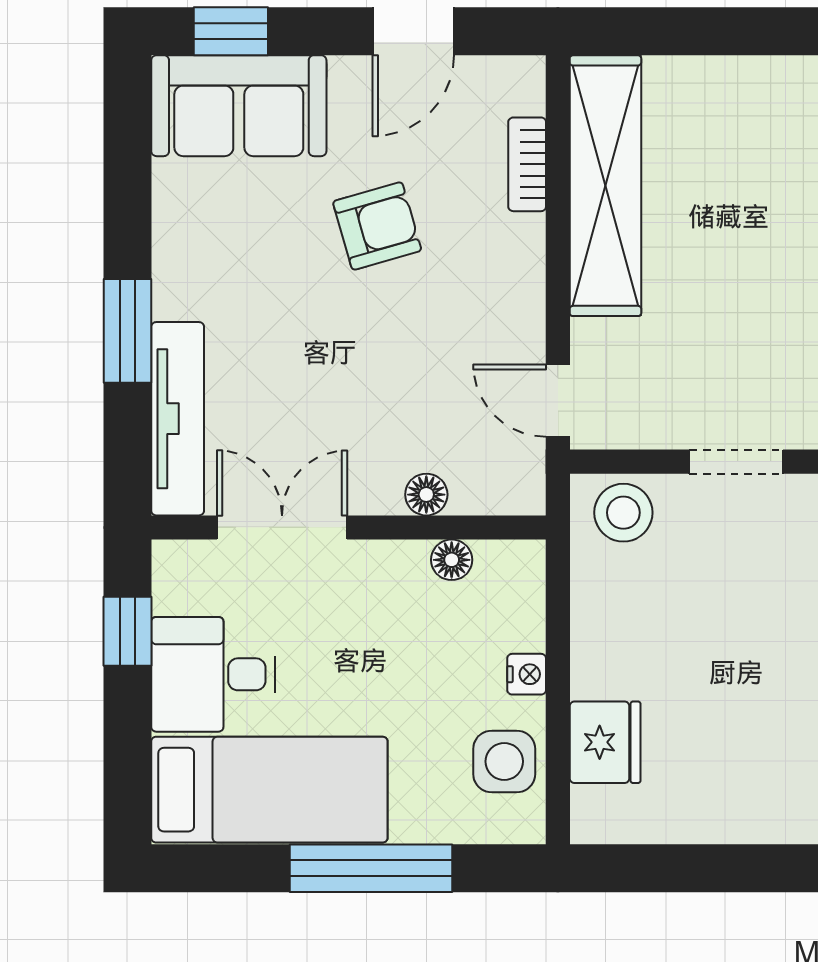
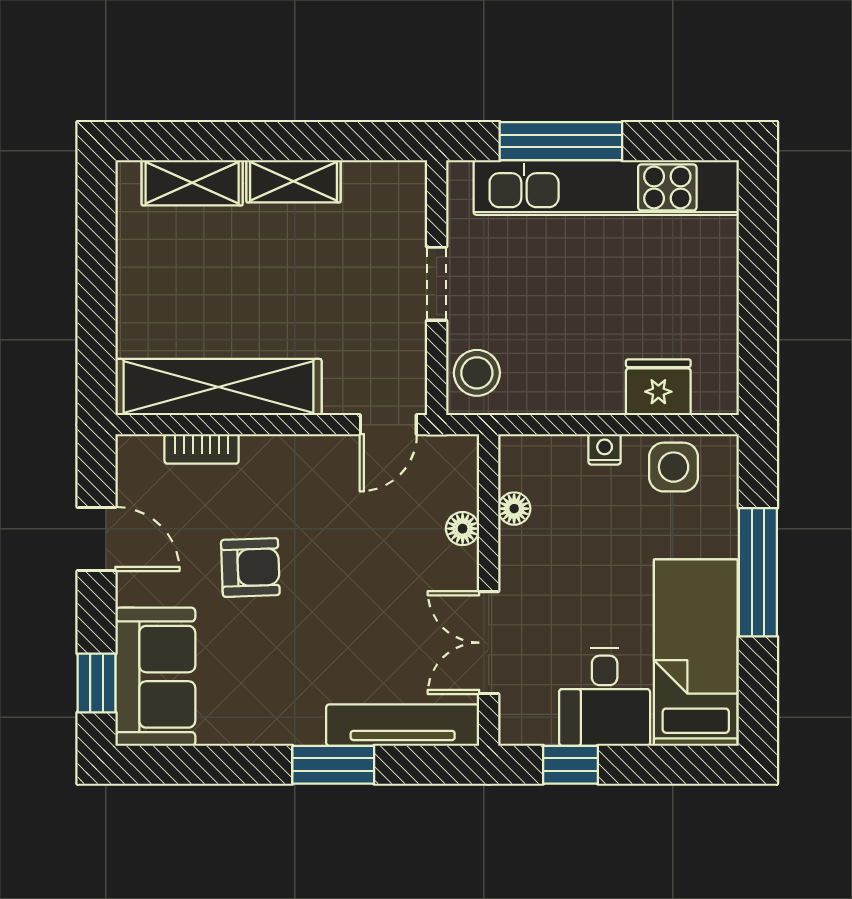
armchair: (377, 226) -> (250, 567), turned 104

